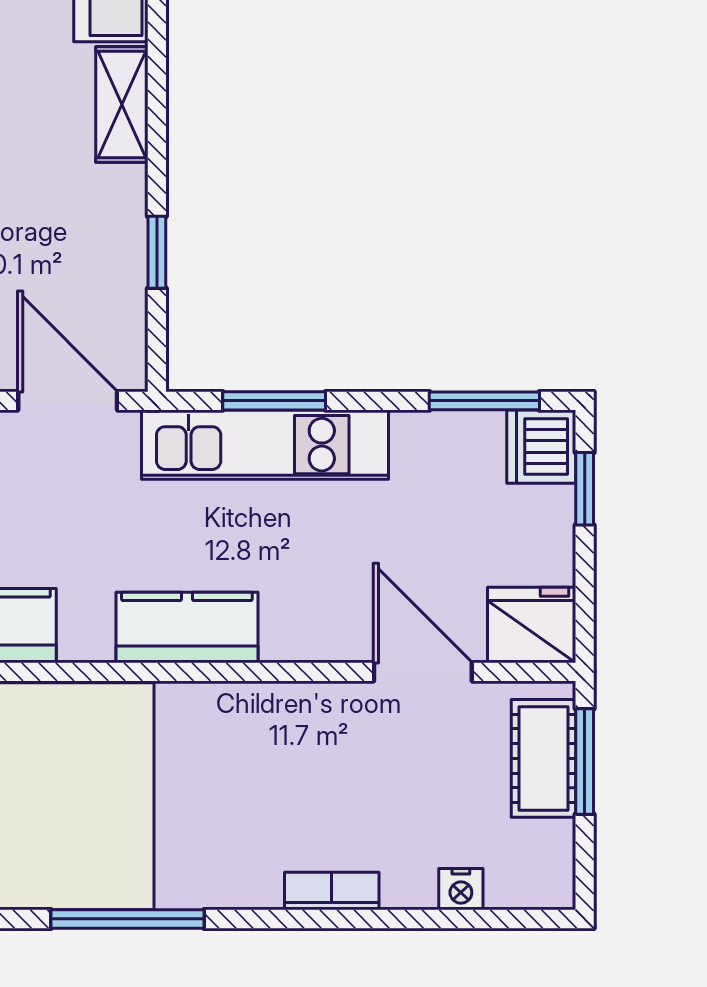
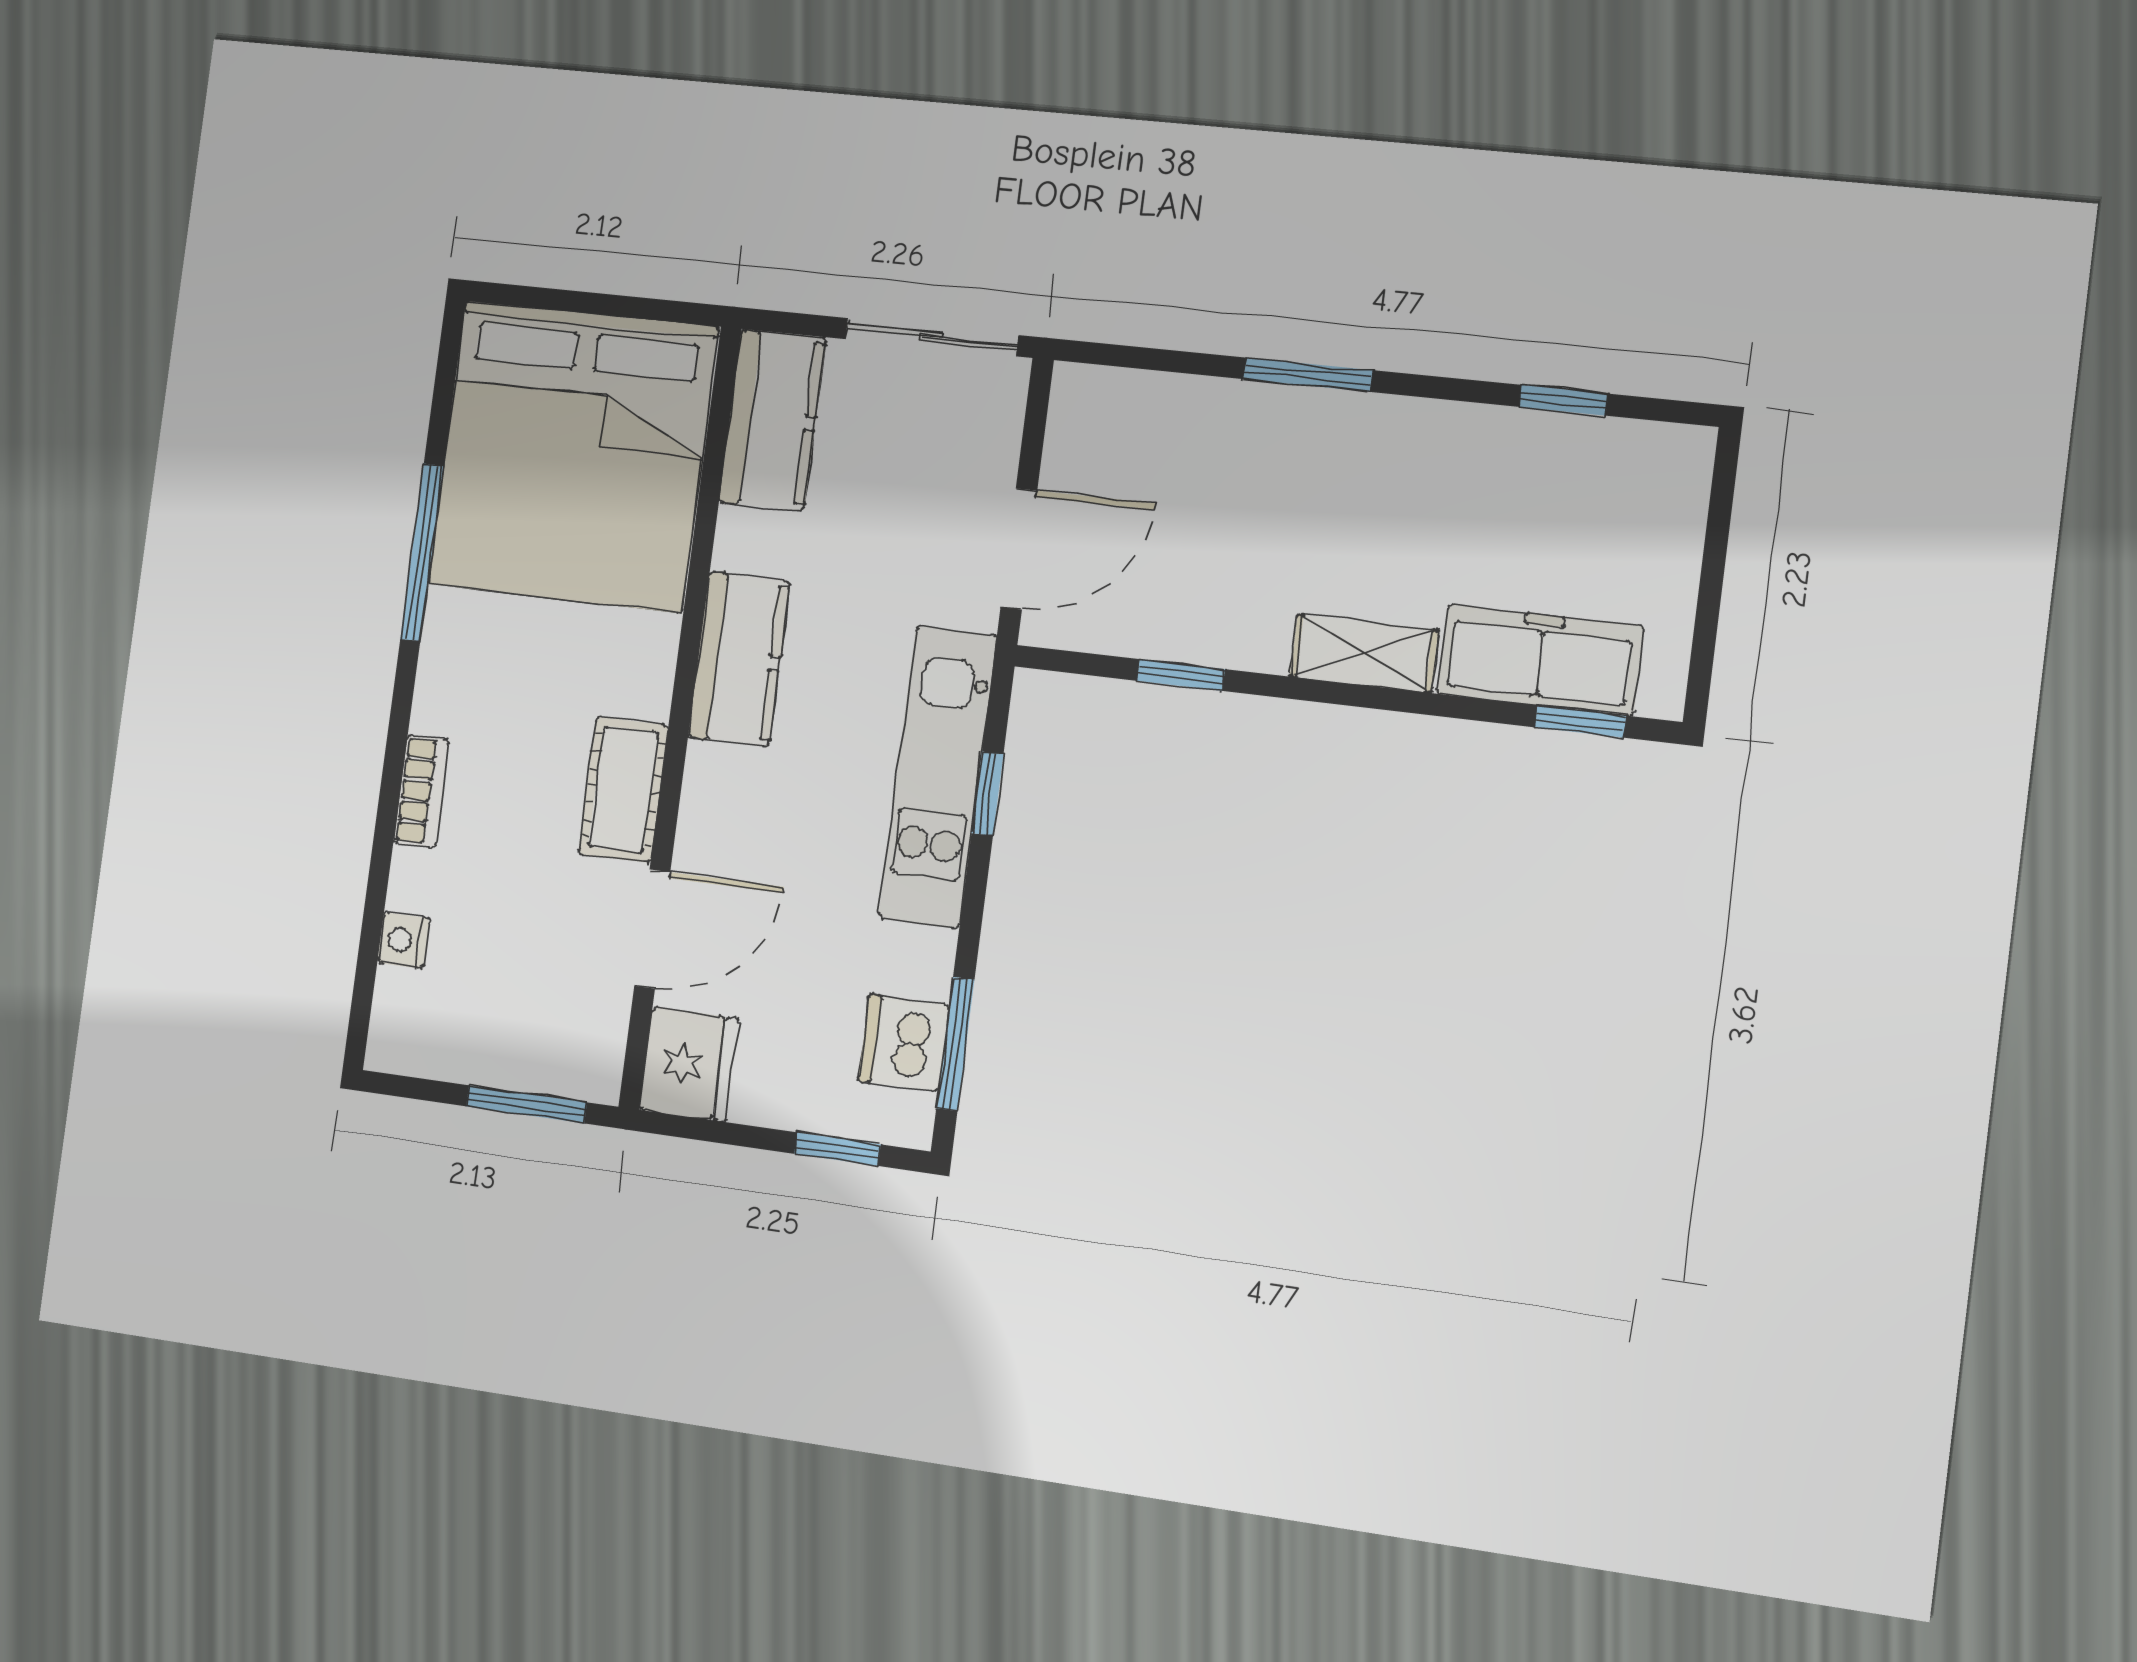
window: (274, 401) -> (987, 794), width x0.67
dishwasher: (541, 447) -> (904, 1043), moved, turned -90
cot: (544, 758) -> (623, 790), moved, turned 90

